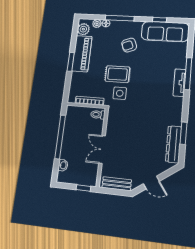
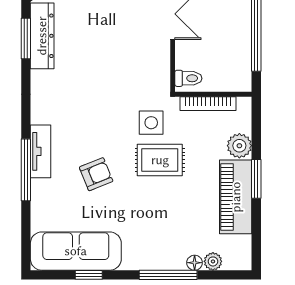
plant: (83, 29) -> (239, 146), moved
armchair: (129, 45) -> (96, 174), moved
window: (184, 133) -> (26, 38), moved

